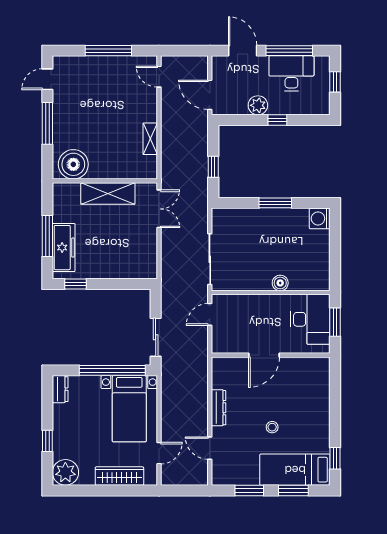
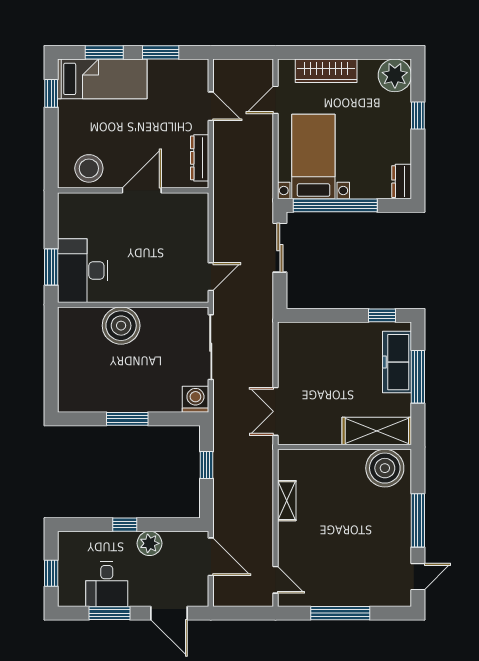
window: (289, 51) -> (110, 613), width x0.69
desk: (291, 73) -> (107, 584), width x0.73
shelving: (108, 193) -> (377, 431), moved
washing machine: (320, 218) -> (195, 399), moved, turned -90
boiler: (280, 283) -> (121, 326), width x1.86, depth x1.86
door: (264, 355) -> (142, 190), moved
wall: (271, 355) -> (133, 190), moved
stool: (272, 427) -> (89, 168), moved, width x1.89, depth x1.89

